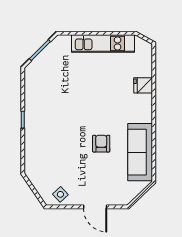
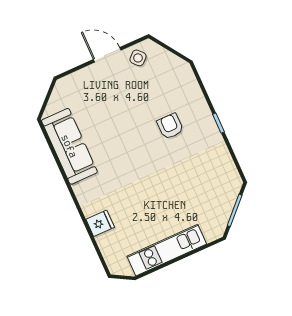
armchair: (101, 144) -> (170, 126), moved, turned 180
door: (95, 207) -> (107, 55), moved

